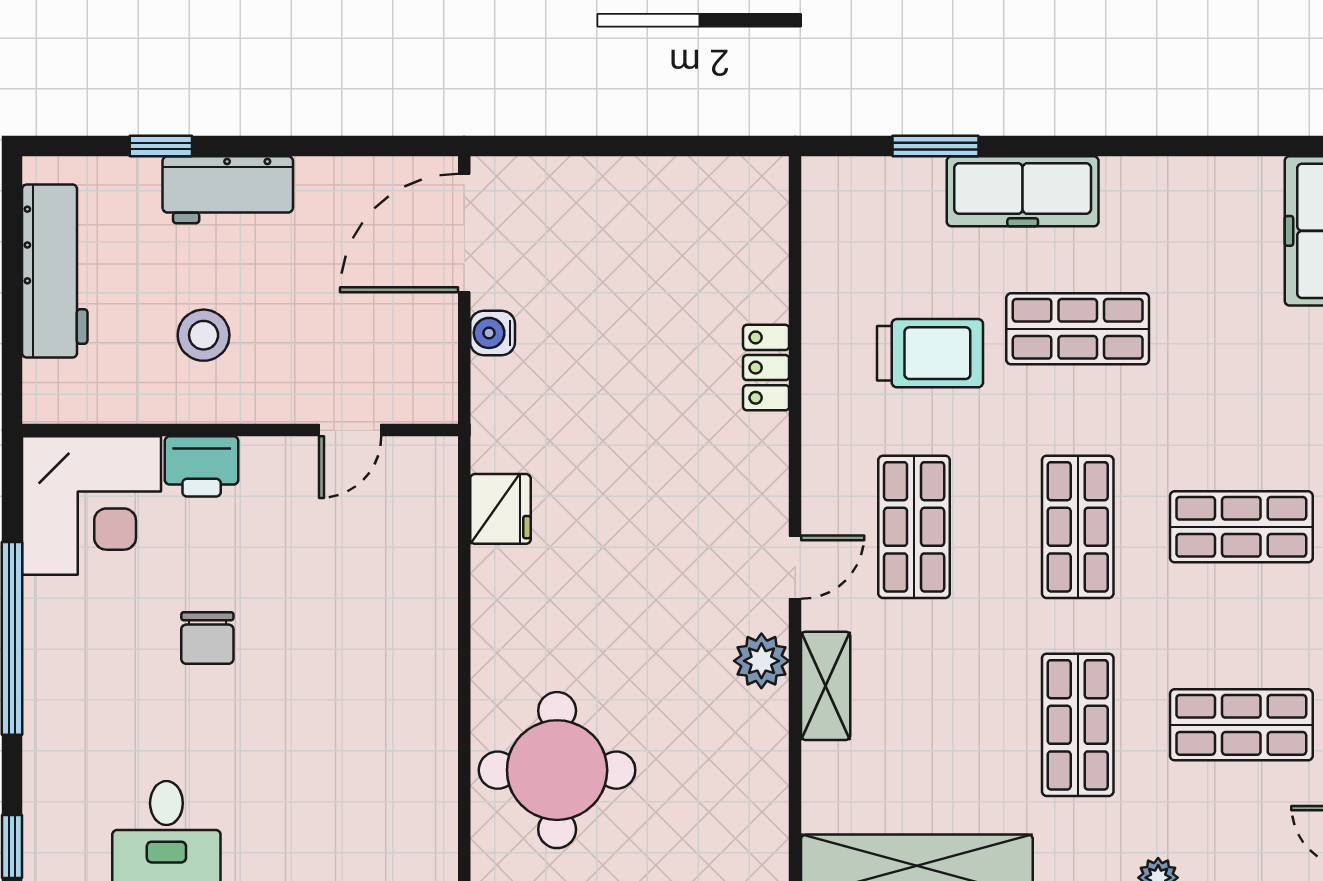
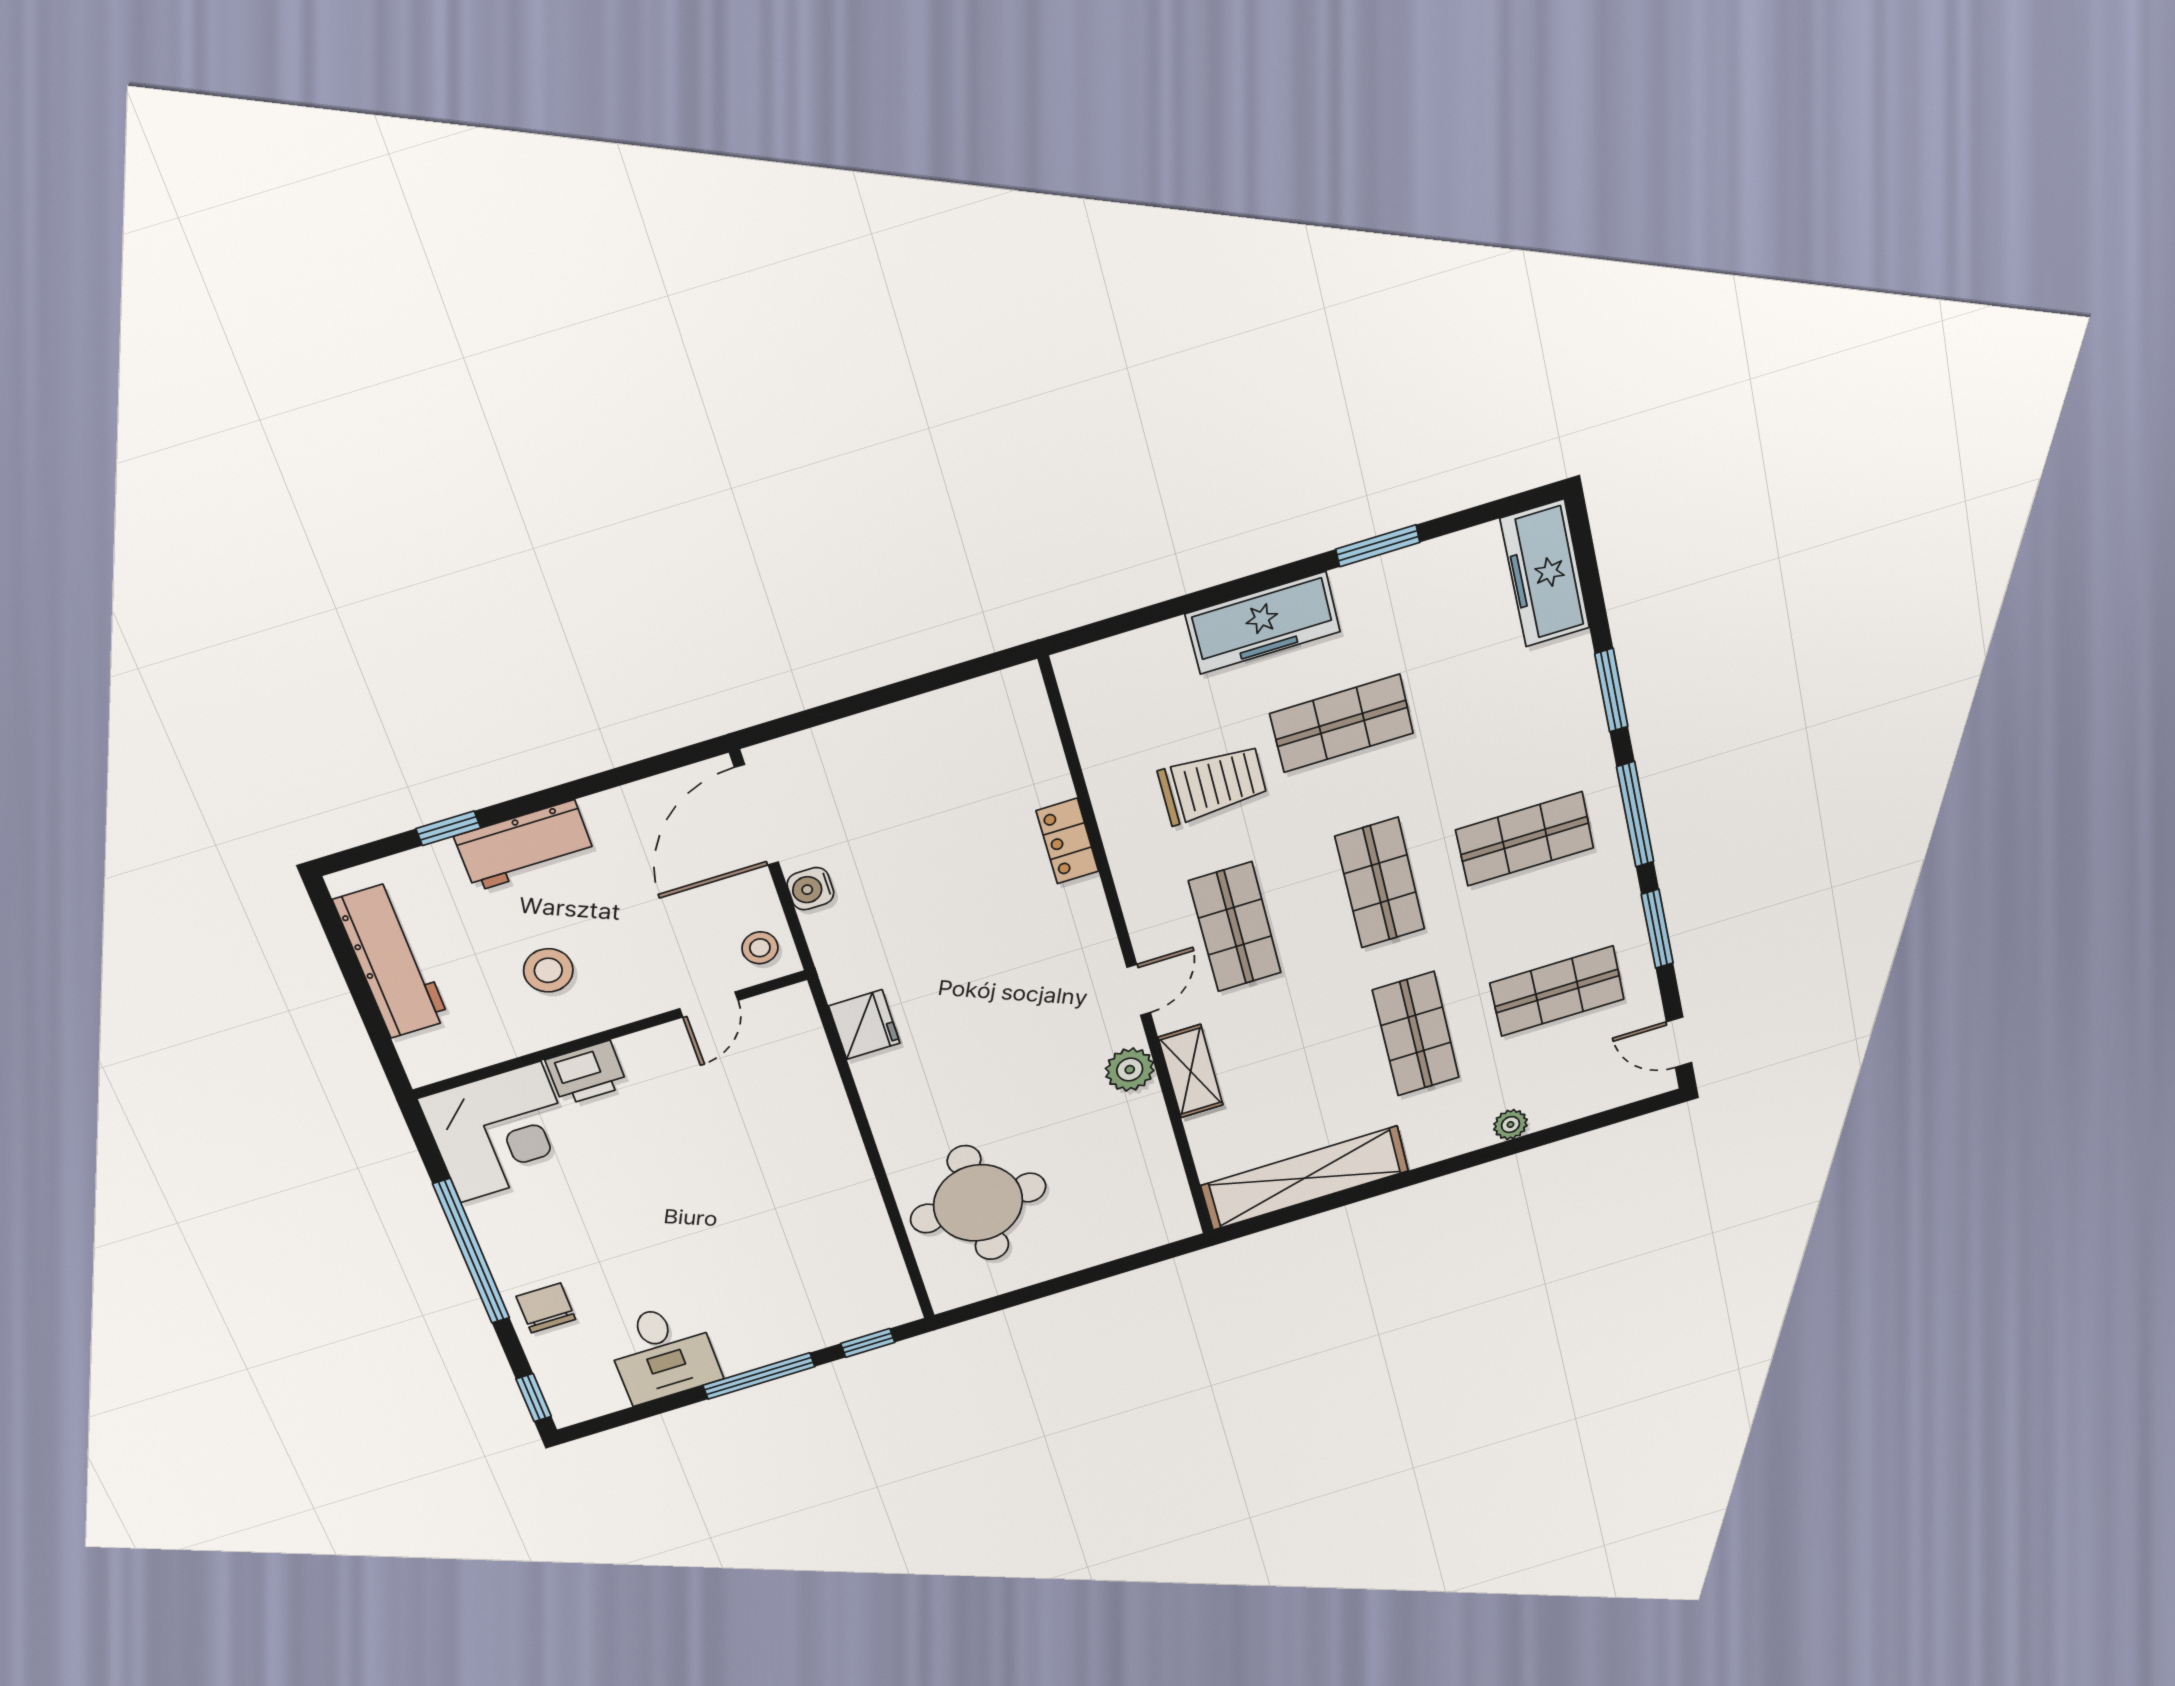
window: (935, 146) -> (1378, 546), moved
stool: (422, 383) -> (760, 948), added
chair: (207, 638) -> (546, 1308), moved, turned 180

